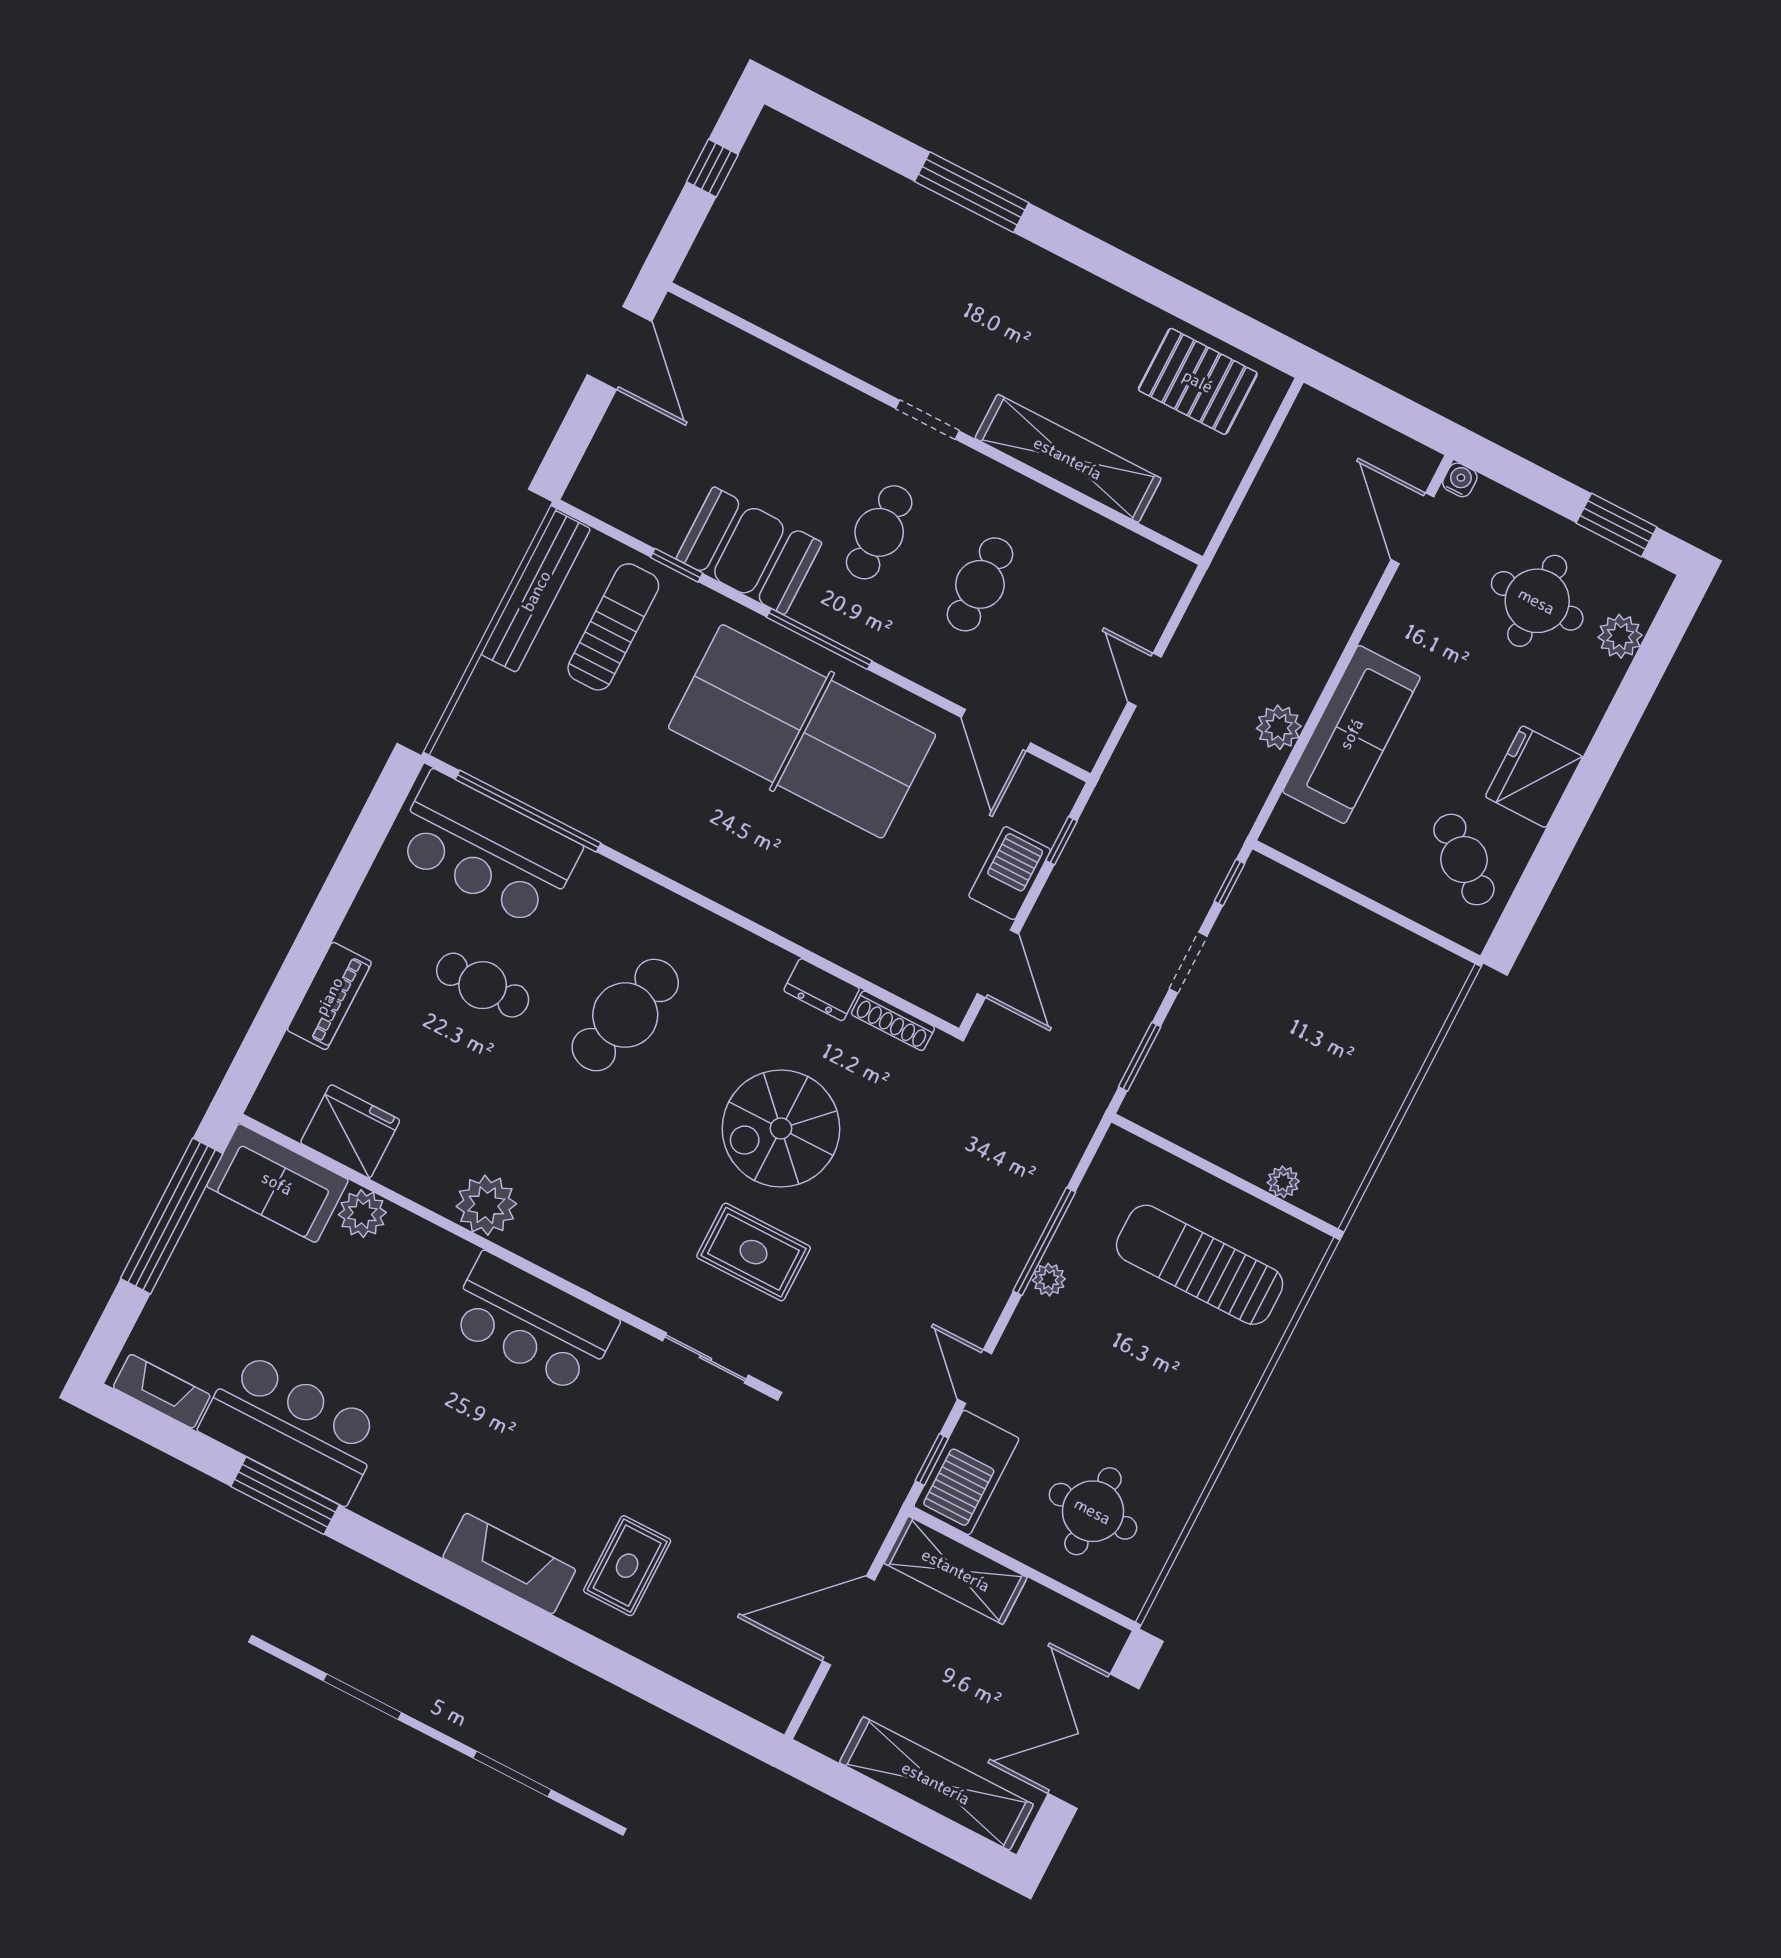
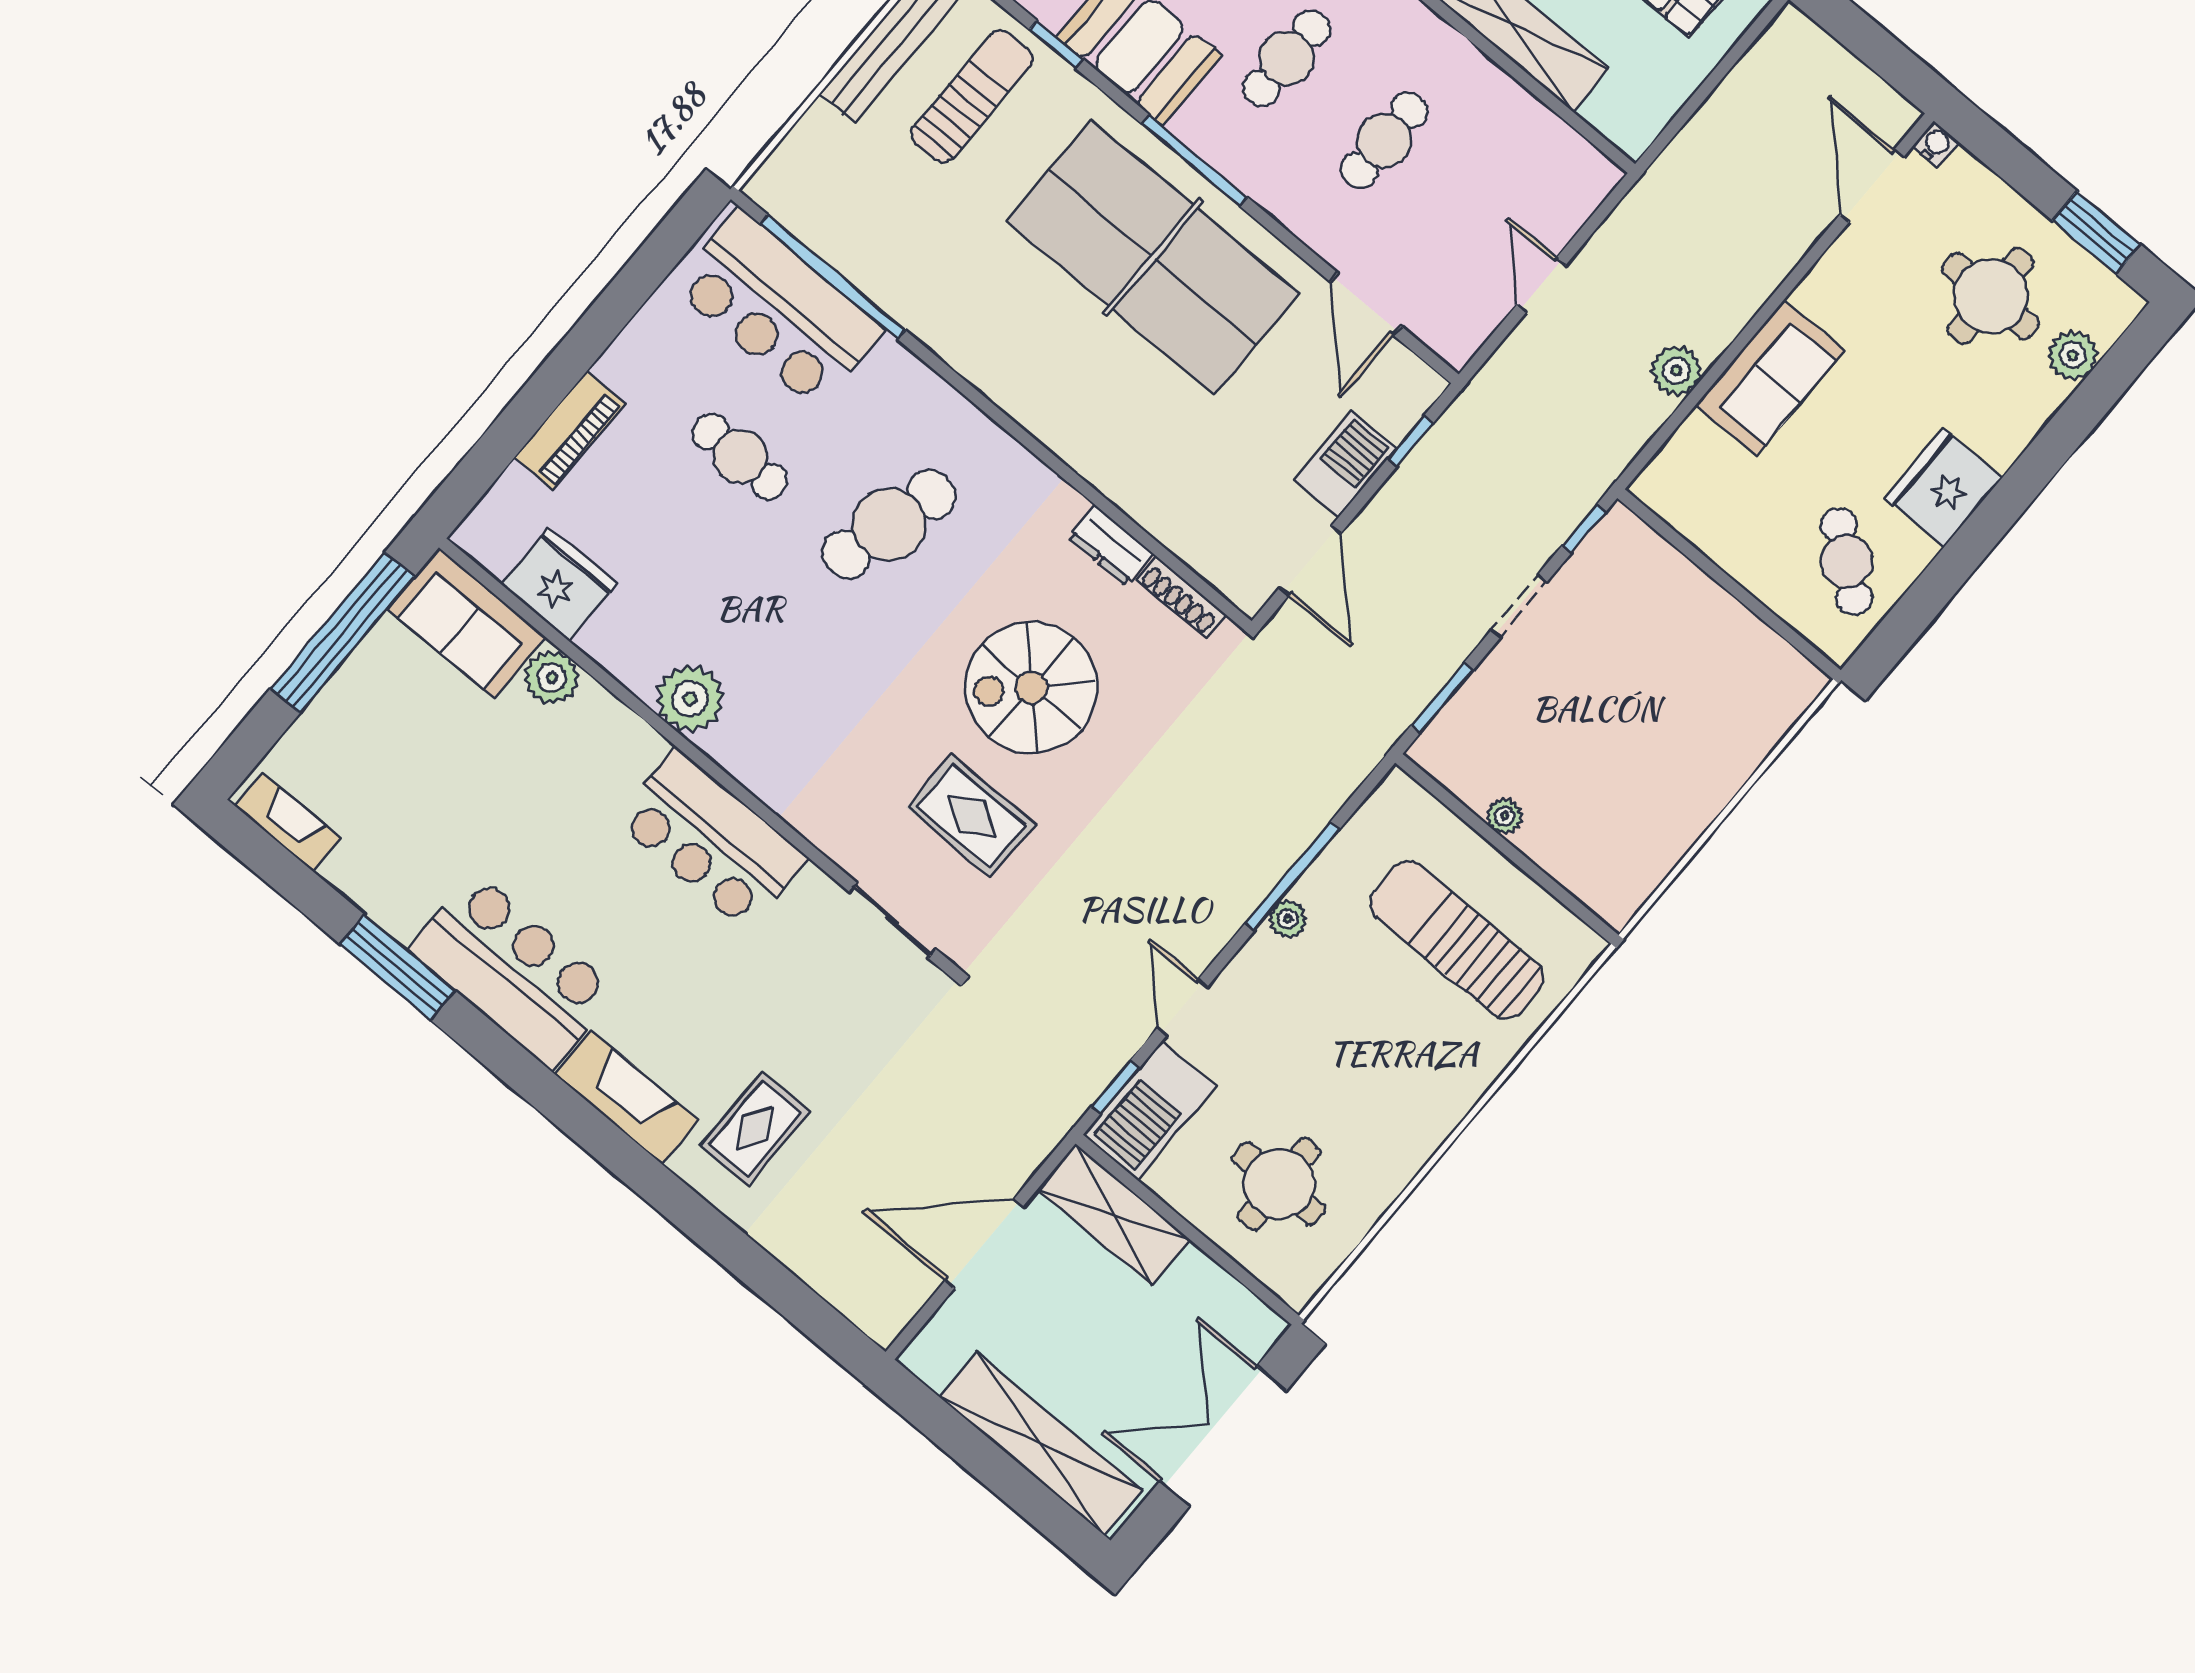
sofa: (1351, 734) -> (1770, 377), width x0.73
plant: (1283, 1182) -> (1505, 816), moved
bar counter: (292, 1428) -> (513, 971), moved

